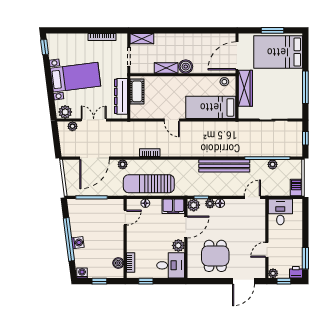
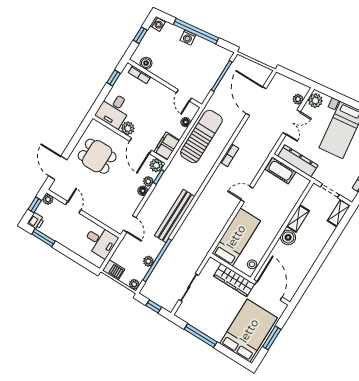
cot: (137, 91) -> (281, 171), moved
plant: (123, 164) -> (134, 284), moved

